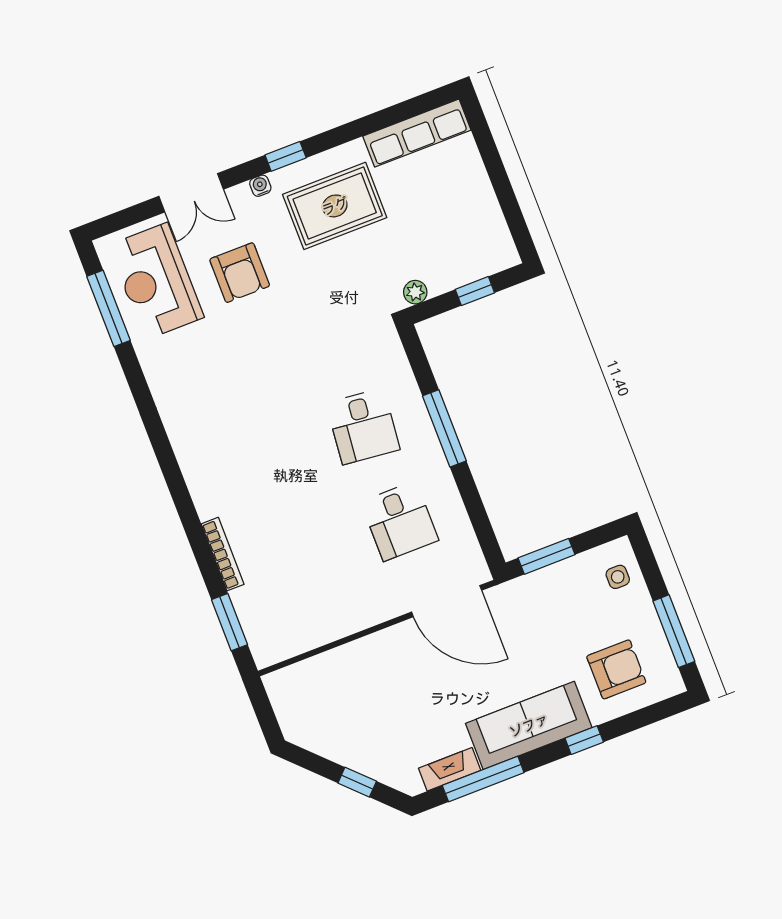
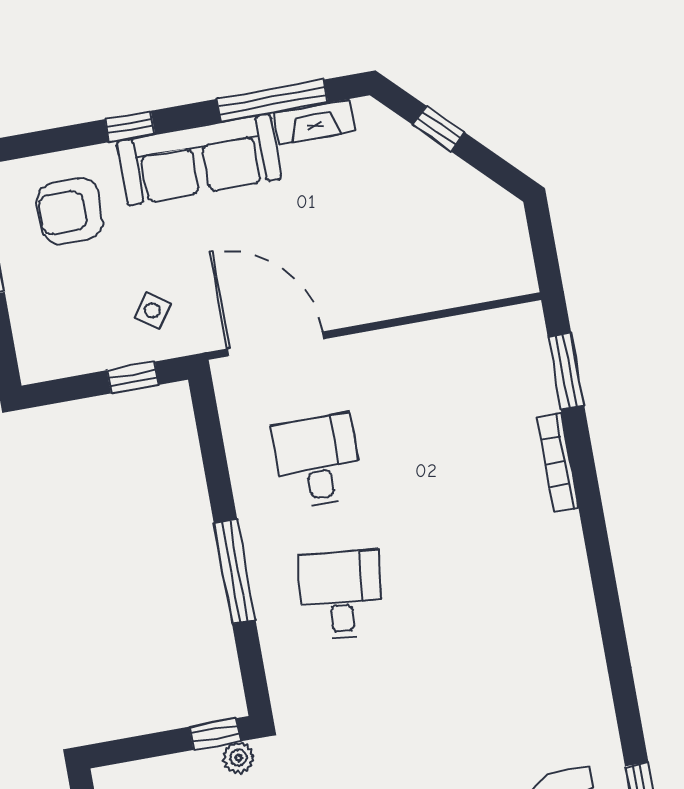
window: (475, 291) -> (215, 734), moved
window: (547, 556) -> (133, 377), width x0.67
side table: (618, 577) -> (152, 310), moved, turned 35

